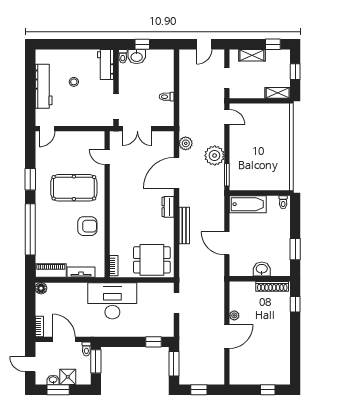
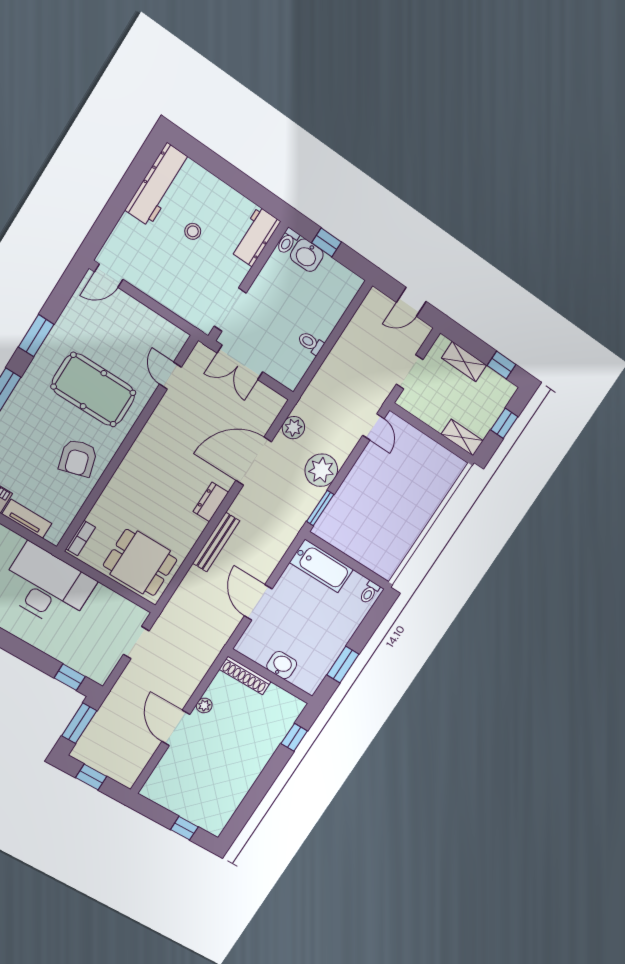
workbench: (44, 86) -> (158, 185), moved
armchair: (87, 226) -> (78, 458), turned 74
shoe rack: (272, 286) -> (245, 675), moved
door: (227, 337) -> (176, 728), swing flipped

